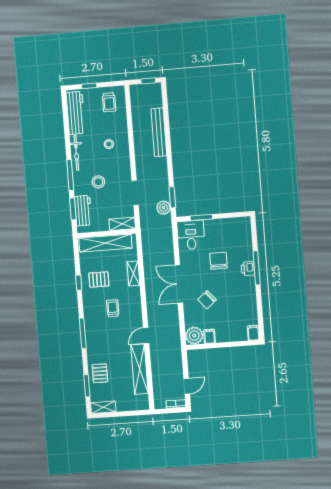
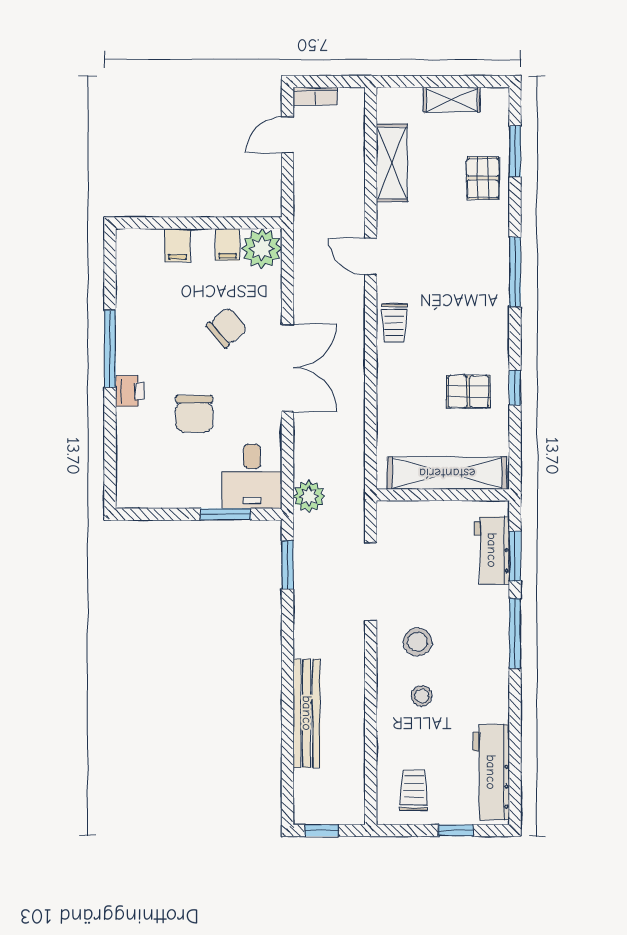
bicycle: (76, 153) -> (497, 682), removed
stool: (98, 182) -> (418, 642), moved
doorway: (135, 193) -> (371, 582), width x1.36
plant: (164, 208) -> (309, 496), moved
shelving: (122, 224) -> (406, 514), removed
window: (257, 268) -> (110, 349), moved
shelving: (133, 274) -> (389, 399), removed
trolley: (113, 308) -> (394, 323), moved
filing cabinet: (253, 333) -> (177, 245), moved
door: (146, 335) -> (371, 257), swing flipped
shelving: (140, 369) -> (392, 163), width x0.68
shelving: (103, 407) -> (452, 100), moved

